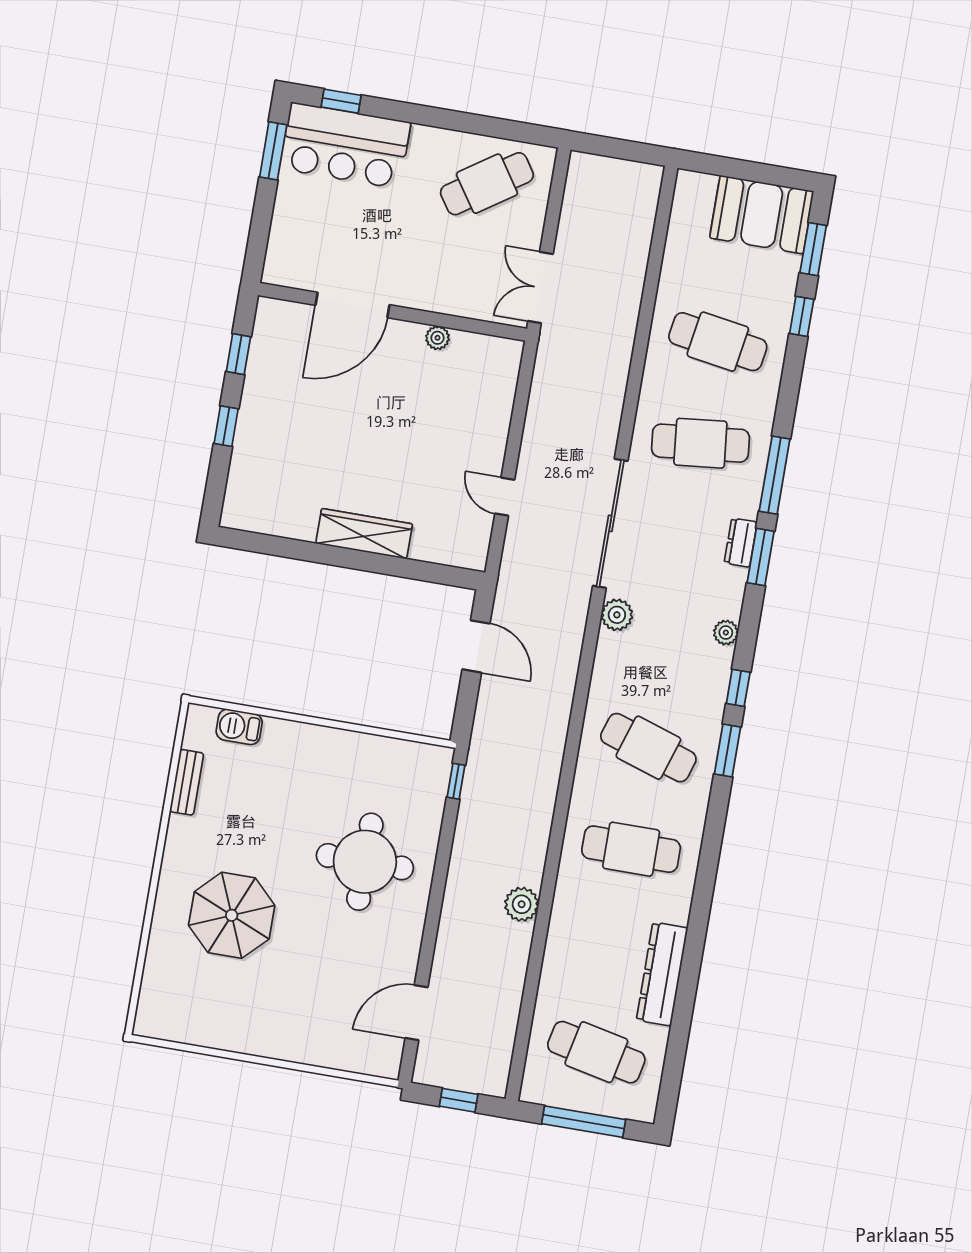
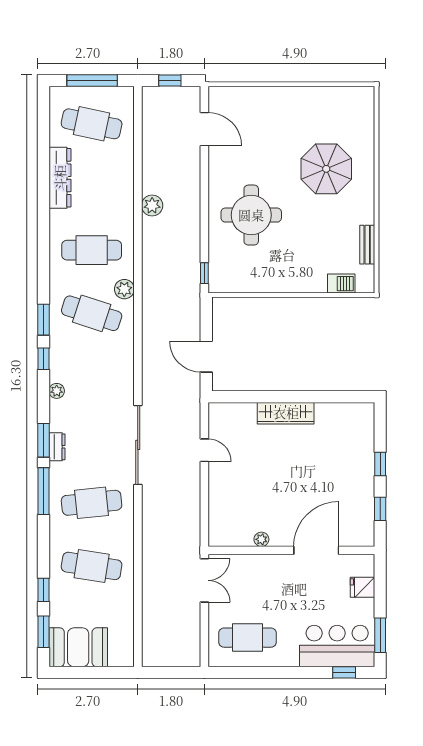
cafe table: (487, 184) -> (247, 638), turned 34
fridge: (288, 233) -> (363, 587), added
plant: (617, 615) -> (124, 289), moved
door: (417, 1013) -> (204, 129), hinge flipped

